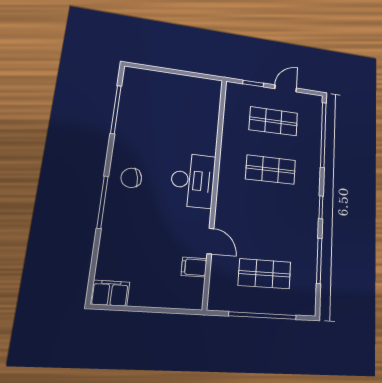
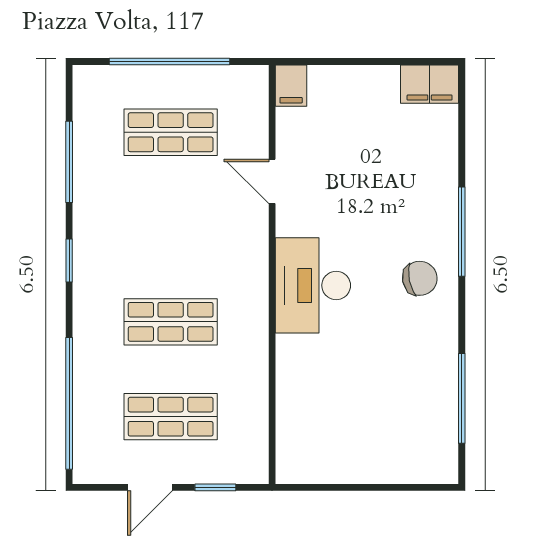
filing cabinet: (194, 267) -> (291, 86), moved, turned 90

